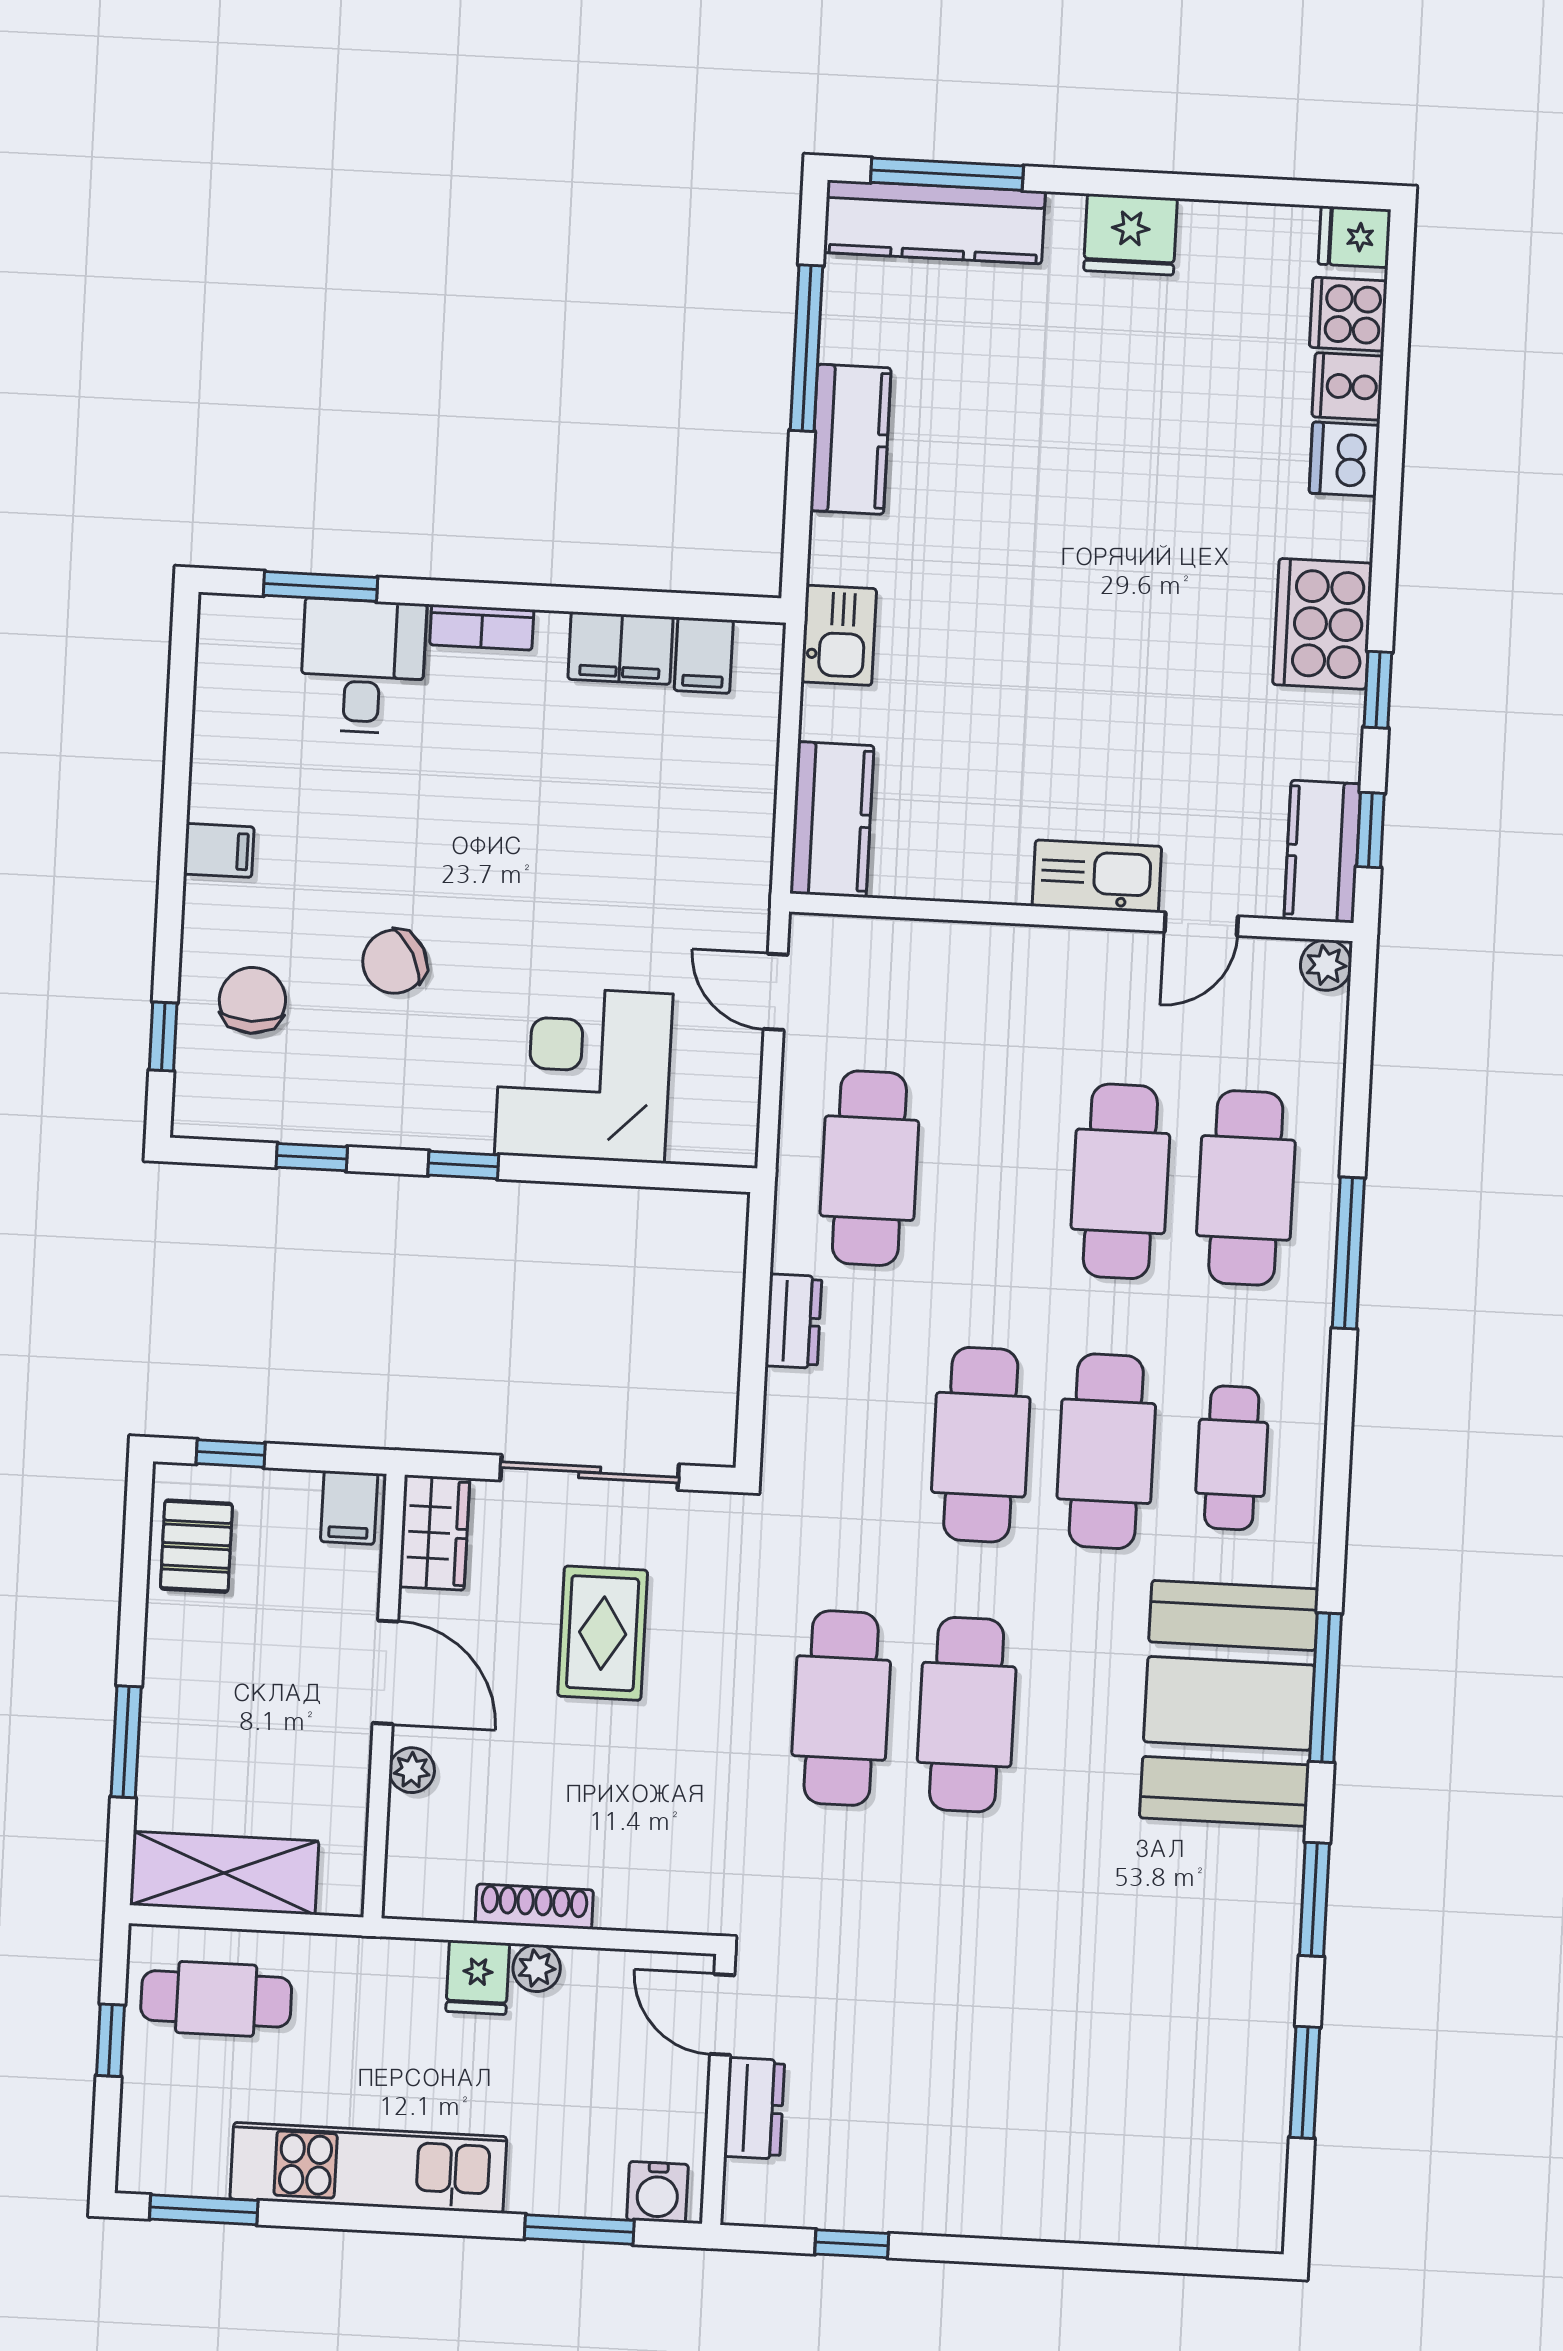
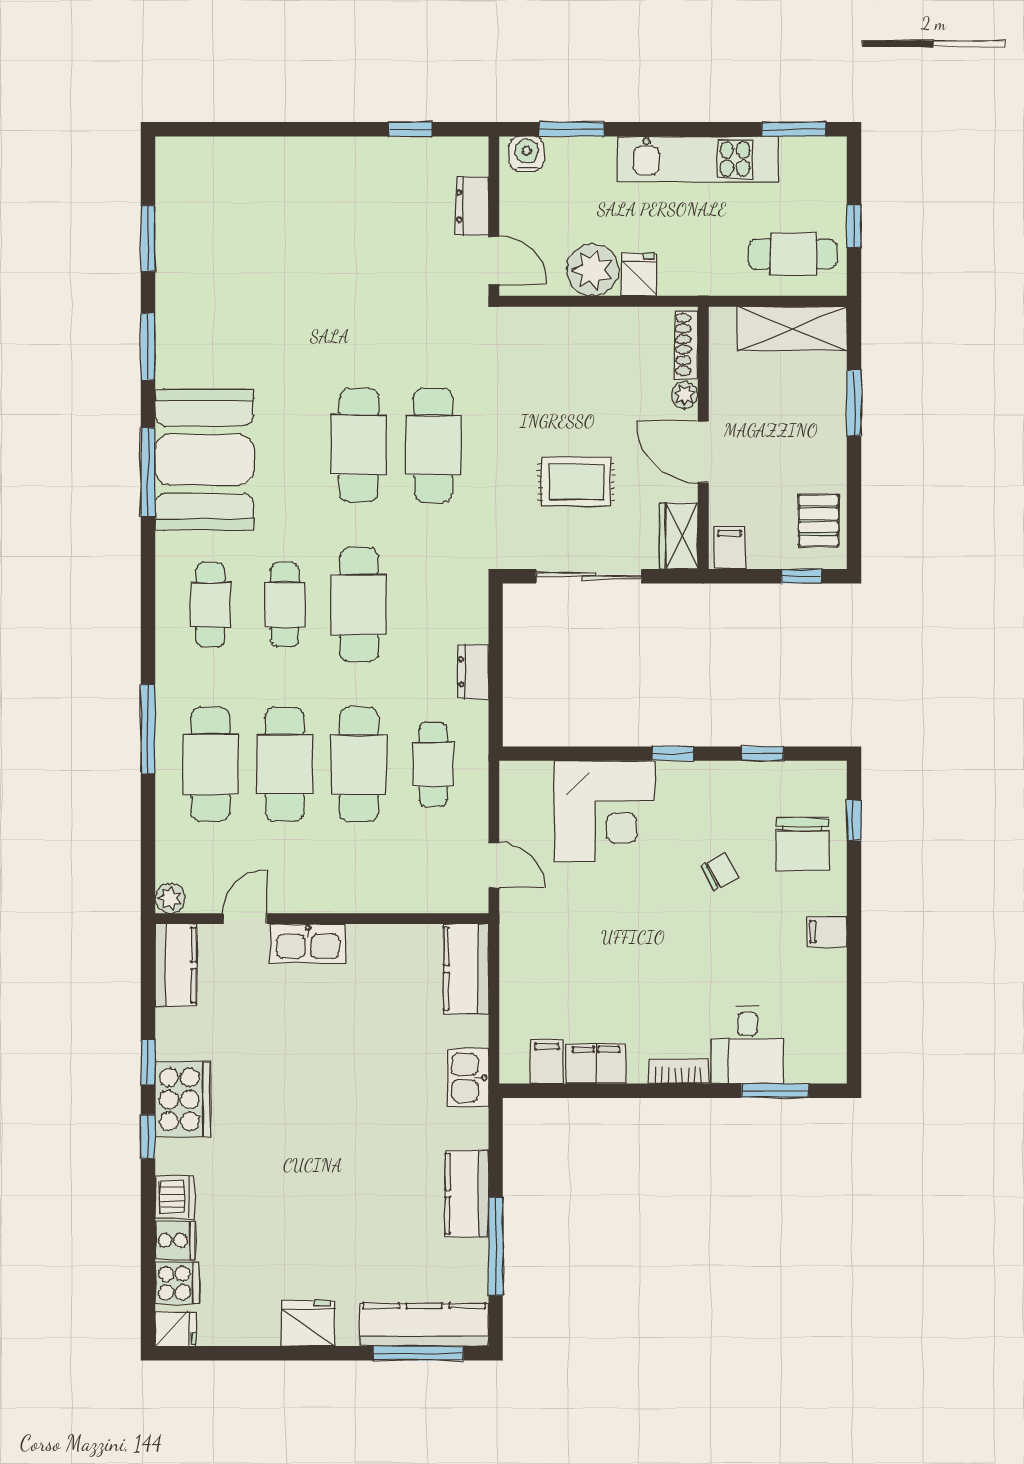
window: (1371, 830) -> (148, 1137), moved
chair: (395, 962) -> (720, 871), width x0.73, depth x0.73
chair: (252, 1000) -> (802, 844), width x1.37, depth x1.37
cafe table: (869, 1168) -> (433, 764), width x0.73, depth x0.74
cafe table: (995, 1175) -> (359, 764), added
cafe table: (1106, 1451) -> (285, 605), width x0.73, depth x0.74
rug: (603, 1633) -> (576, 482), turned 90
shoe rack: (534, 1907) -> (686, 344), moved, turned 90
plant: (537, 1968) -> (593, 270), width x1.87, depth x1.87

